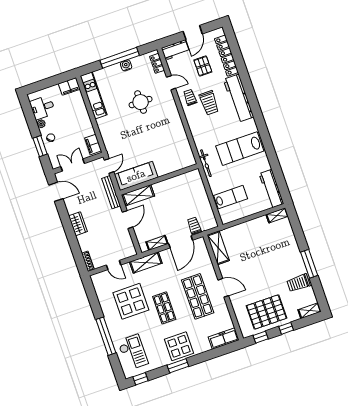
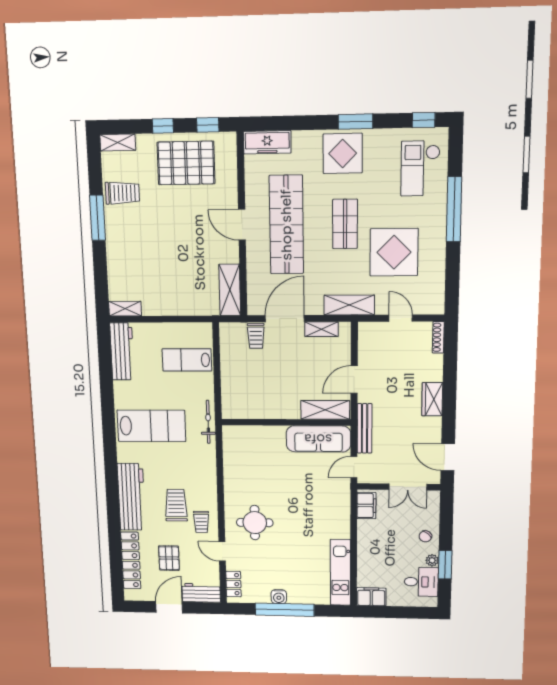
round table: (141, 102) -> (255, 523), moved
window: (40, 146) -> (445, 565), moved
shop shelf: (198, 296) -> (286, 225), width x1.40

